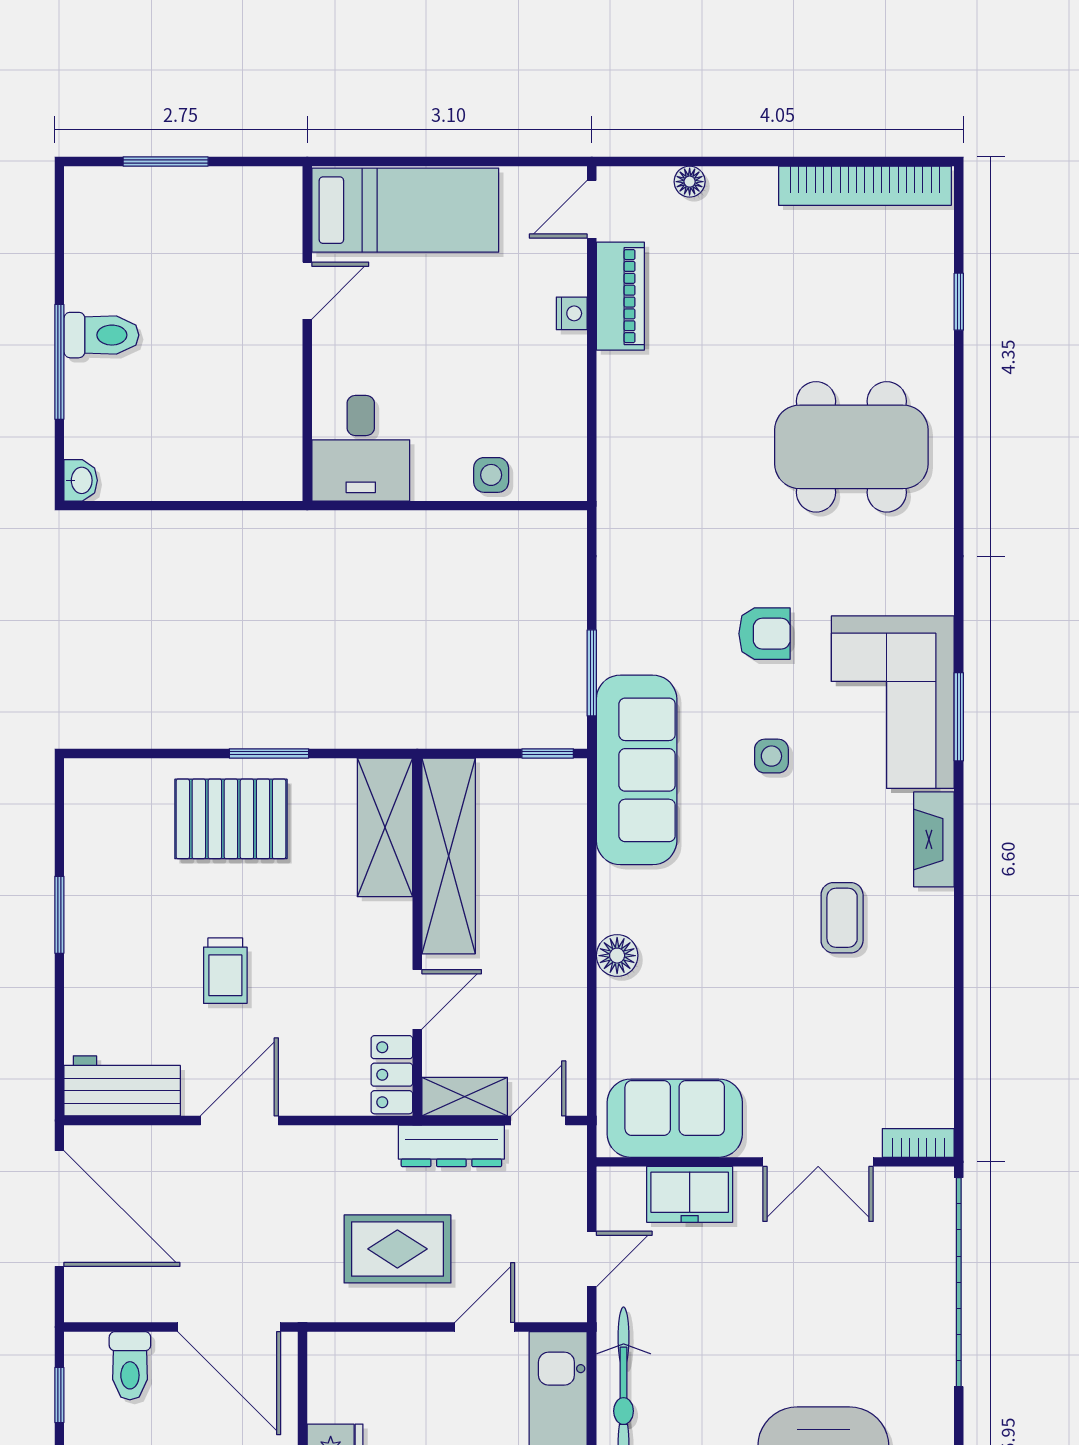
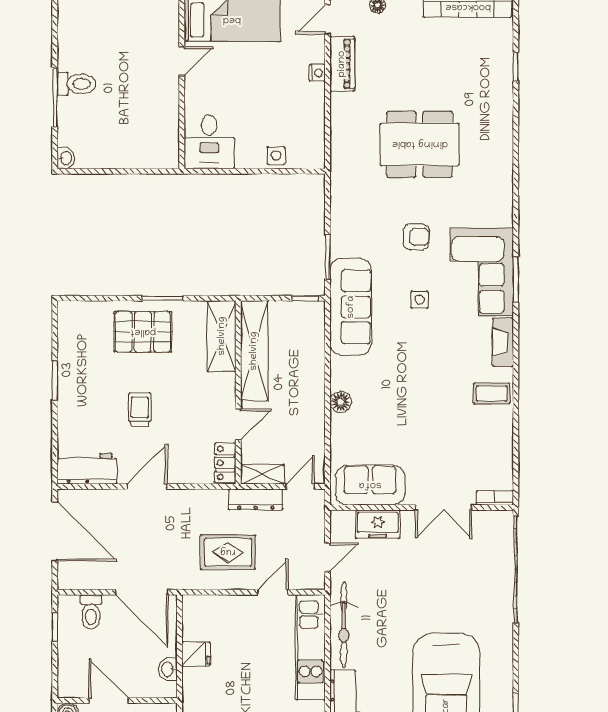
dining table: (851, 447) -> (420, 144), moved
coffee table: (842, 918) -> (492, 394), moved, turned 90
trolley: (225, 971) -> (140, 410), turned 180

